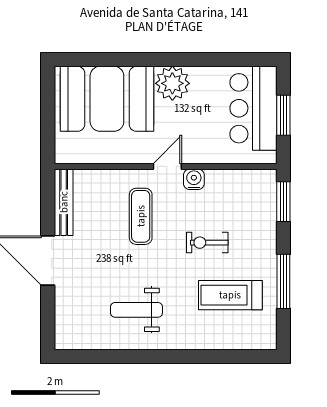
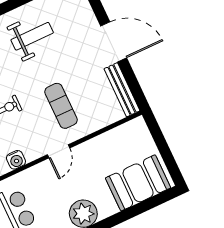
booth: (107, 99) -> (138, 183), width x0.73, depth x0.70
water cooler: (194, 179) -> (16, 160), moved

